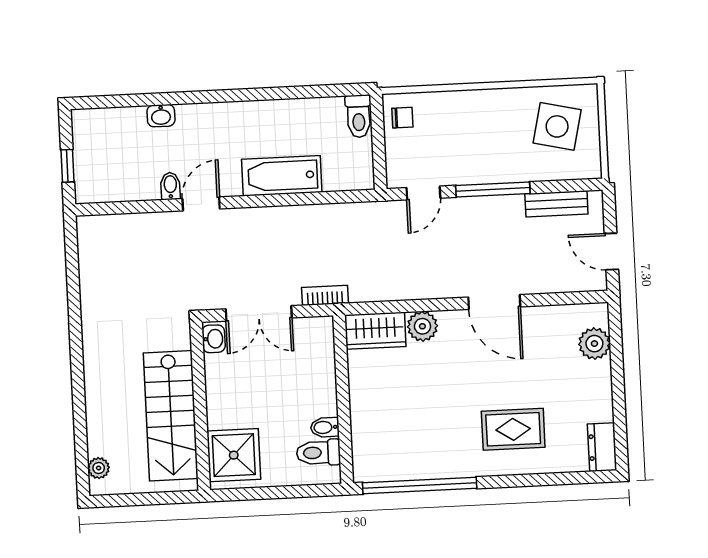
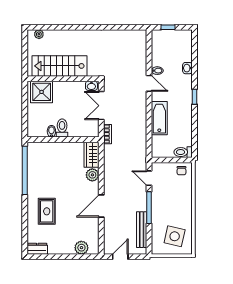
window: (227, 96) -> (195, 97), added
bench: (556, 204) -> (142, 230), width x1.36
toilet: (318, 453) -> (62, 128), moved

